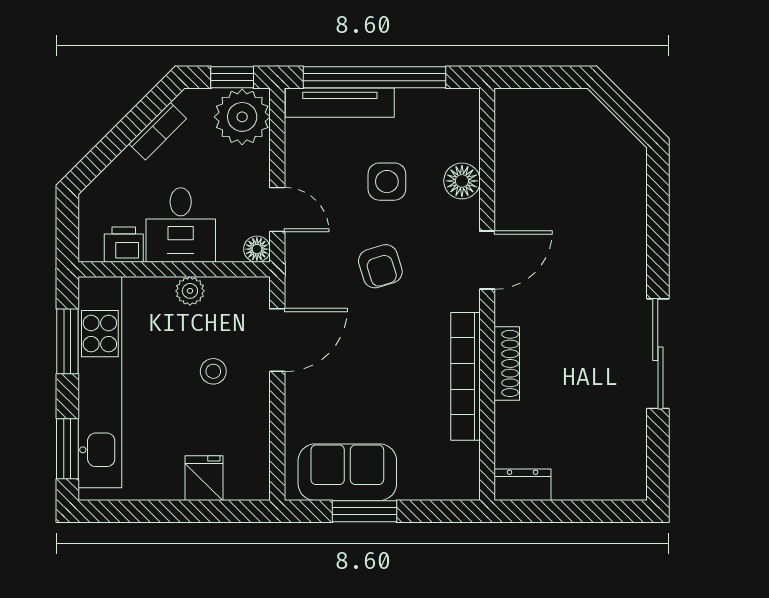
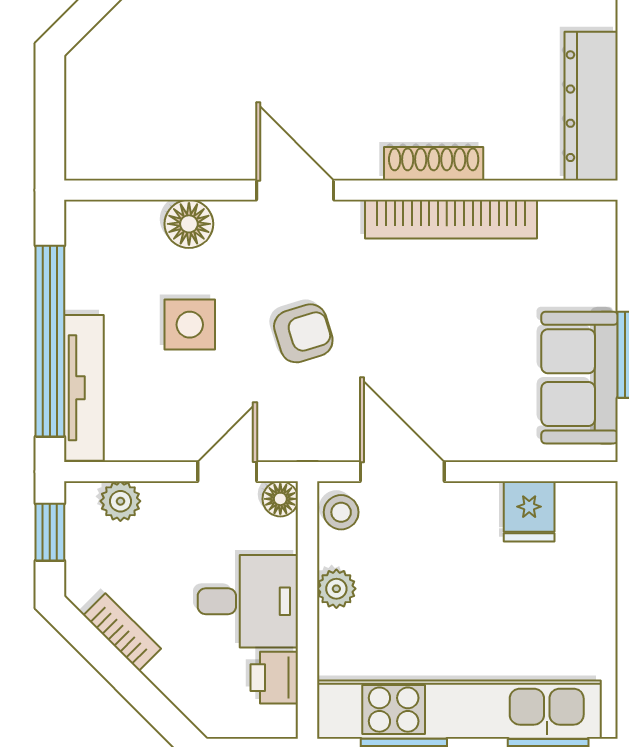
plant: (242, 117) -> (120, 501), width x0.53, depth x0.53
stool: (213, 371) -> (341, 512), moved
fridge: (204, 478) -> (529, 511), moved, turned -90
dresser: (523, 485) -> (591, 106), width x1.96, depth x1.24

